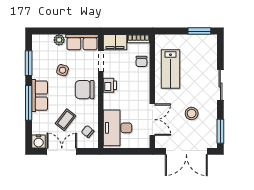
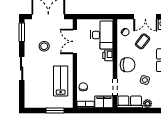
window: (199, 31) -> (55, 111), moved
printer: (110, 85) -> (108, 55), moved

